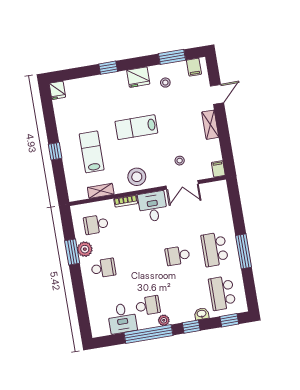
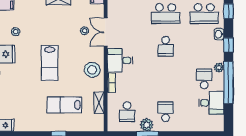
double door: (182, 185) -> (106, 32), swing flipped

